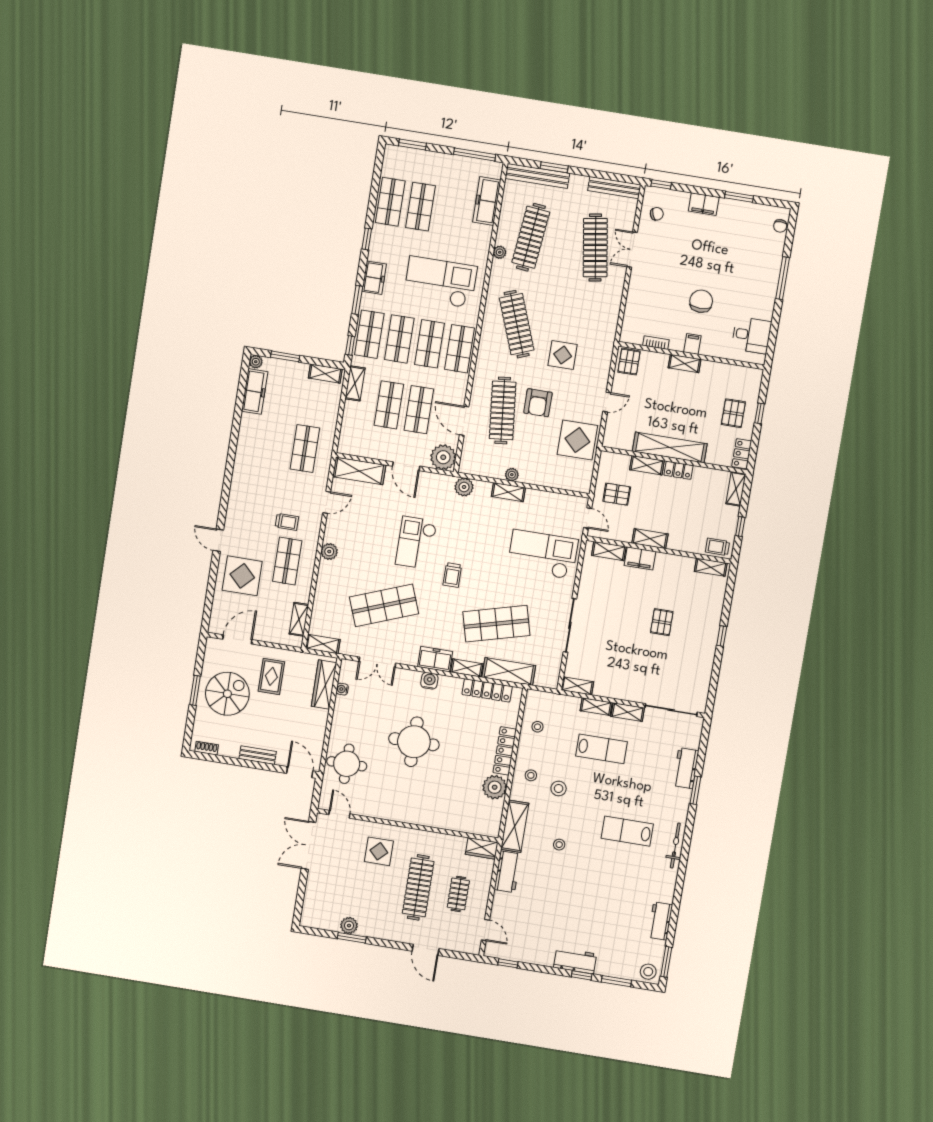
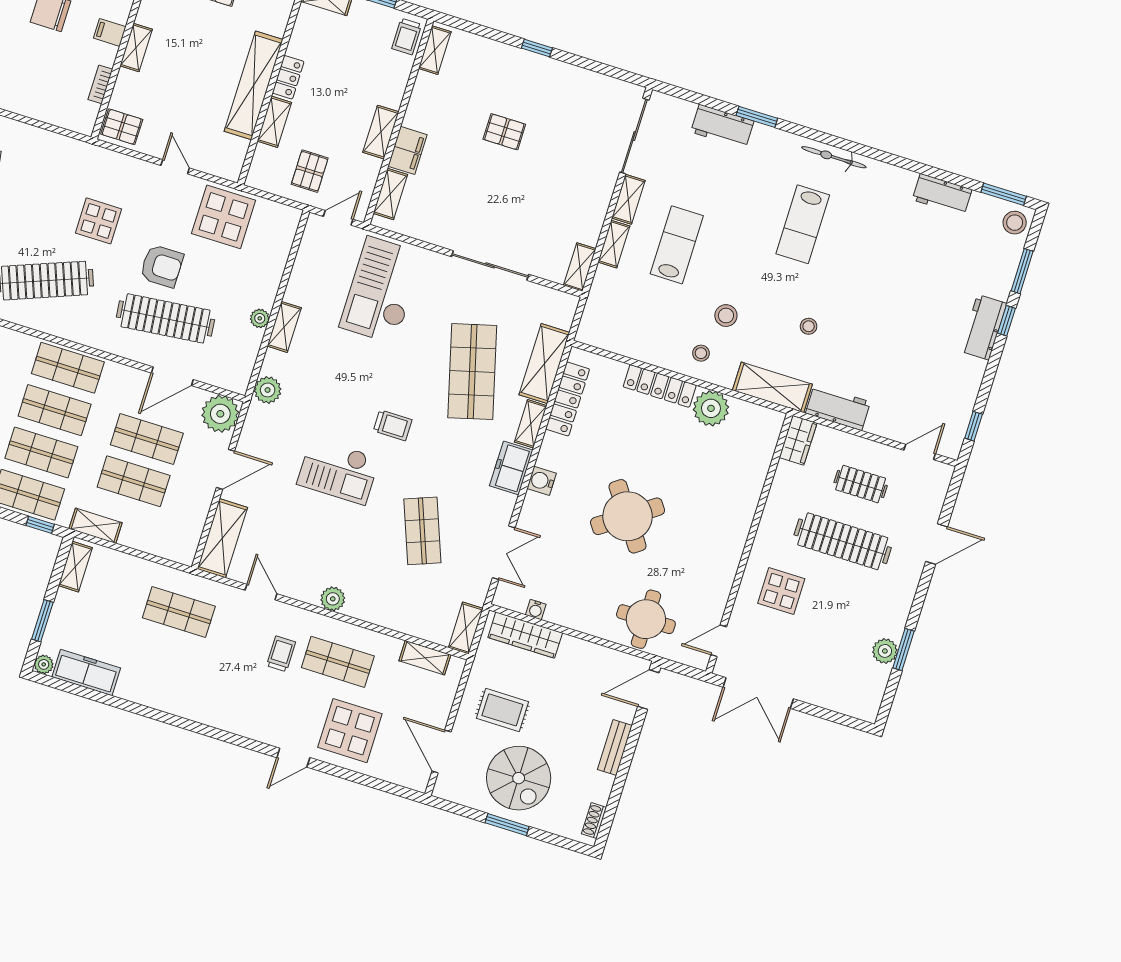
shop shelf: (384, 605) -> (422, 531), width x0.70, depth x0.74
spiral stairs: (227, 694) -> (519, 778), turned 180
stool: (537, 727) -> (631, 333), removed
round table: (414, 742) -> (628, 516), turned -35

